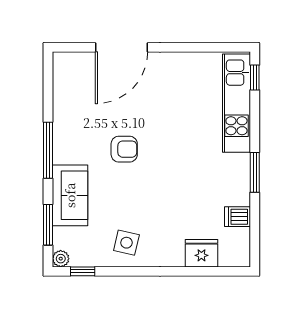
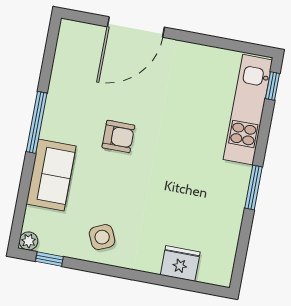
dishwasher: (237, 217) -> (226, 232), removed
window: (48, 225) -> (22, 202), removed
side table: (126, 243) -> (102, 237), turned -37

